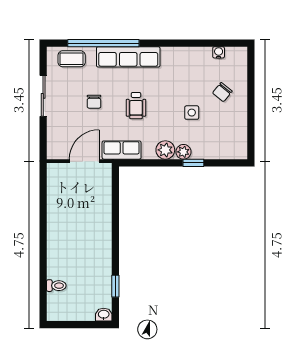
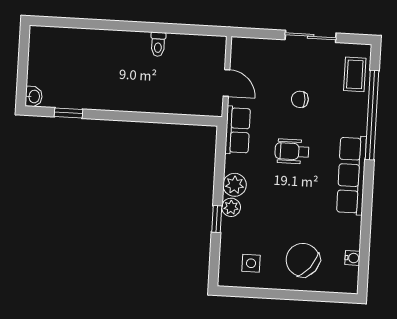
row of seats: (128, 57) -> (352, 175), moved
chair: (222, 92) -> (303, 260), width x1.87, depth x1.87
side table: (192, 113) -> (251, 263), moved
door: (84, 161) -> (226, 83), width x0.73
toilet: (56, 286) -> (158, 44), moved

